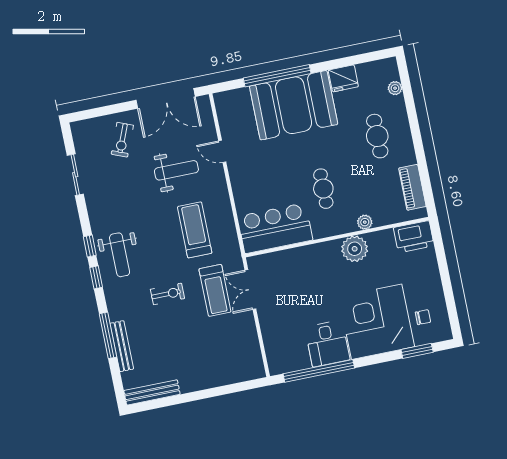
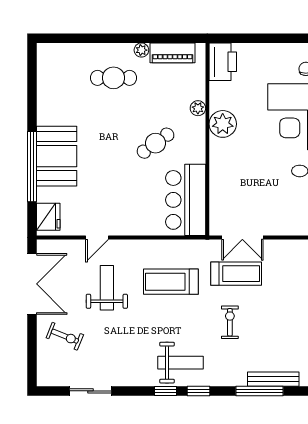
fridge: (343, 78) -> (48, 217), moved
plant: (395, 88) -> (141, 50), moved
booth: (294, 105) -> (57, 156), width x0.73, depth x0.70
cafe table: (323, 189) -> (156, 143), turned -36

